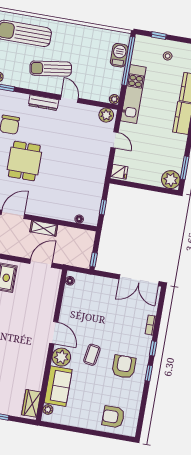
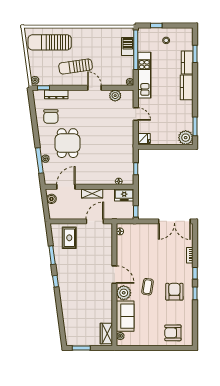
dresser: (44, 103) -> (56, 94), moved
plant: (106, 115) -> (115, 96), moved
freezer: (83, 237) -> (124, 195), added

